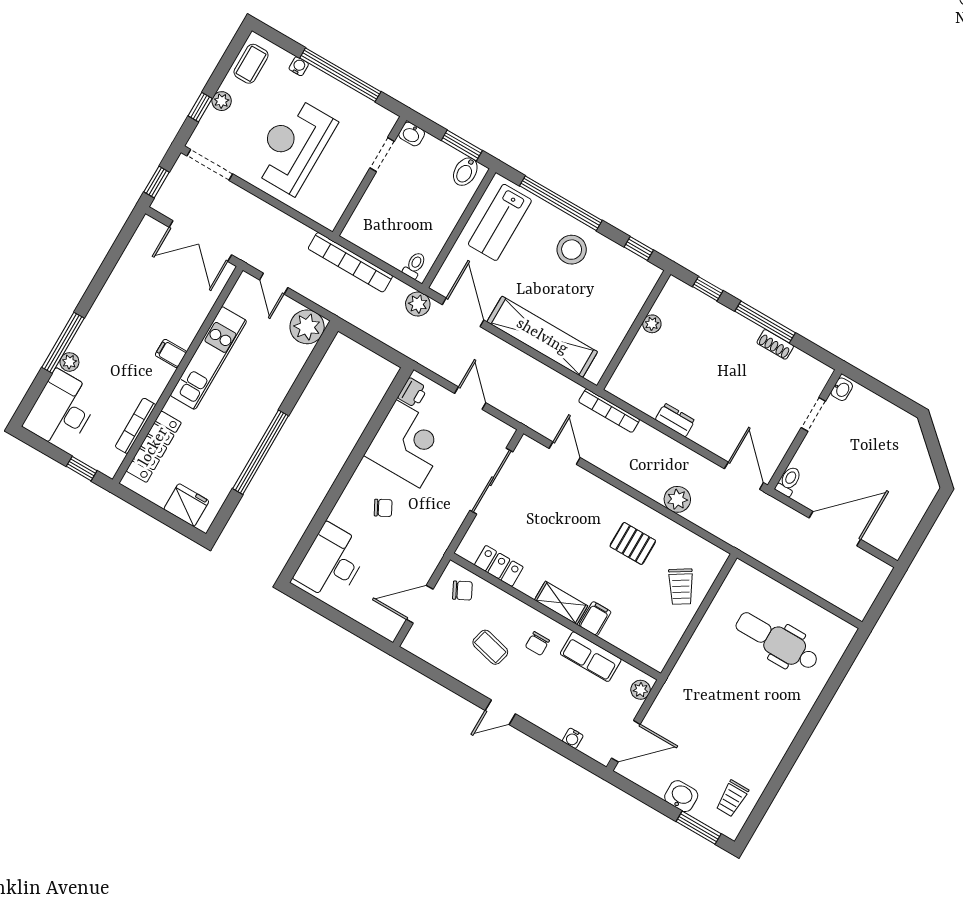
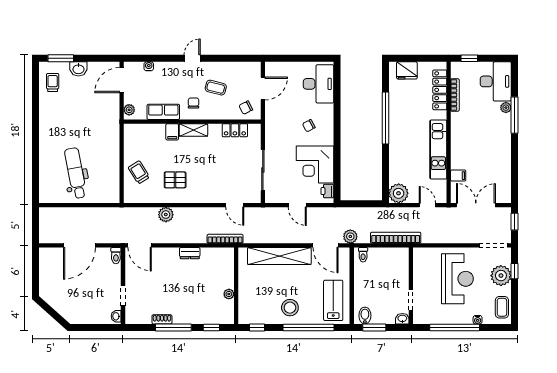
plant: (222, 101) -> (501, 276), width x1.88, depth x1.88
filing cabinet: (171, 353) -> (458, 176), moved
dental chair: (777, 641) -> (76, 173), turned -101

